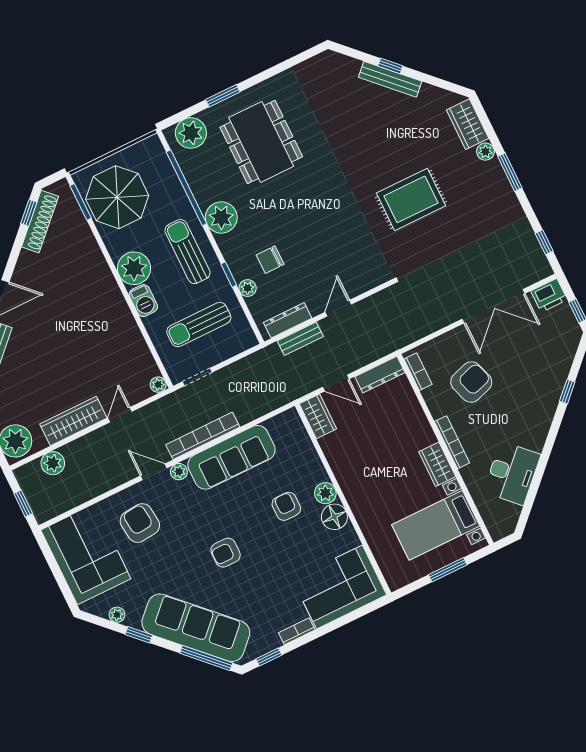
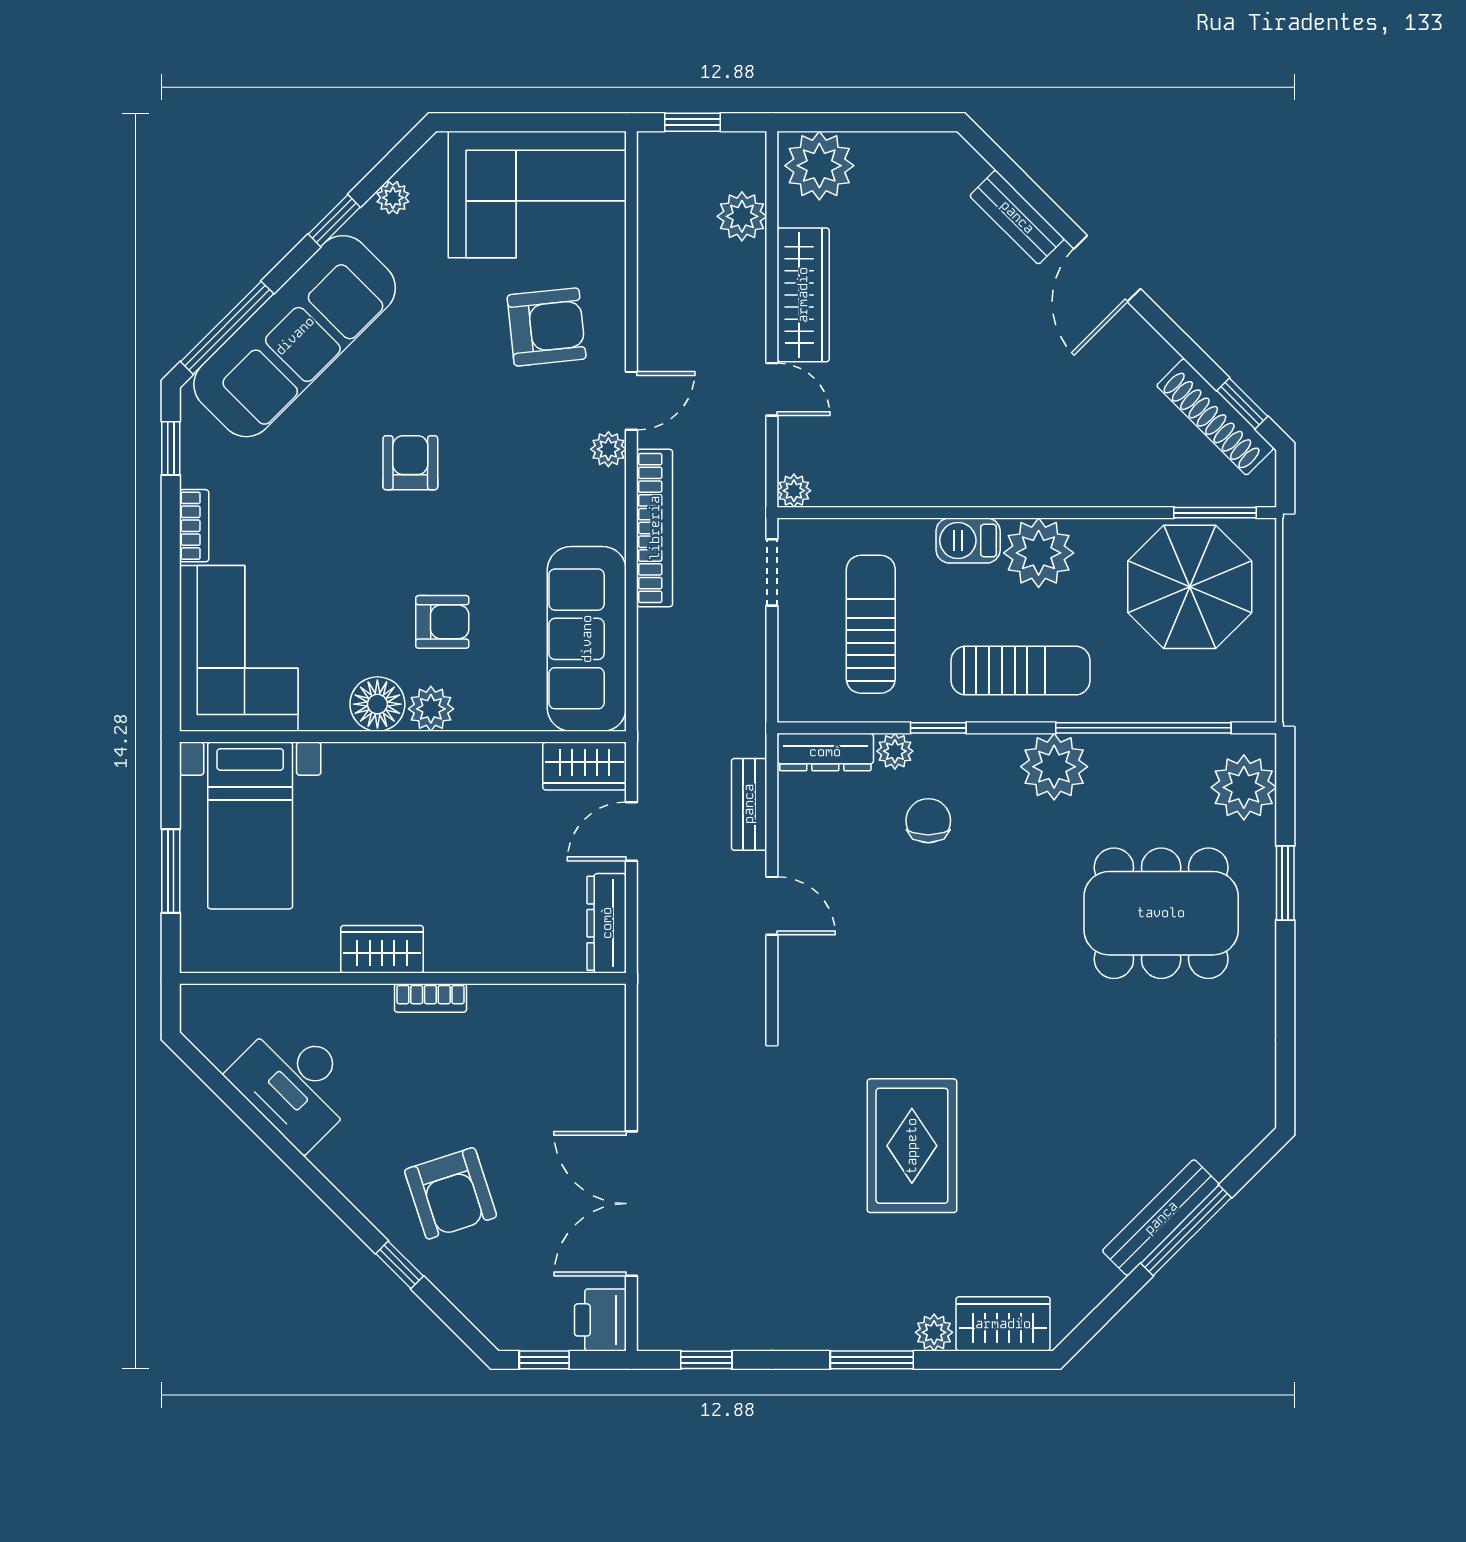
window: (390, 66) -> (1186, 1230), width x2.17
dresser: (288, 320) -> (825, 752), moved, turned 90
bookcase: (418, 372) -> (577, 999), removed
armchair: (471, 382) -> (451, 1193), moved
bookcase: (452, 442) -> (430, 998), width x0.64
sofa: (231, 457) -> (587, 639), moved
bed with nightstands: (436, 525) -> (250, 825), moved, turned 180

